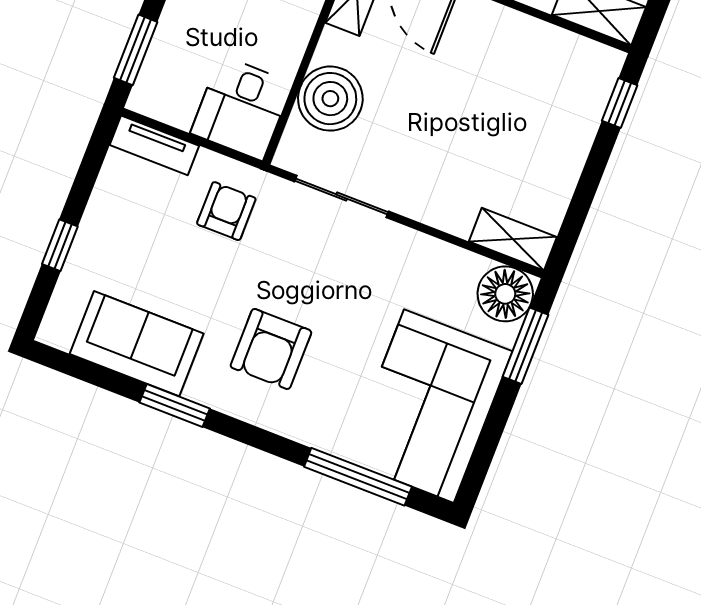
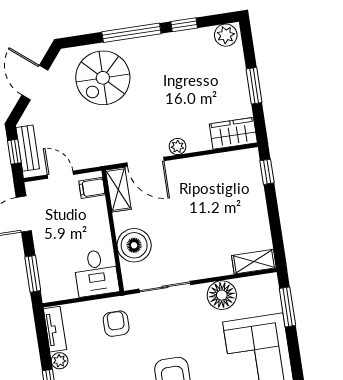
tv unit: (154, 145) -> (55, 329), moved, turned -90
plant: (98, 219) -> (60, 361), added
floor lamp: (505, 294) -> (222, 295), moved

